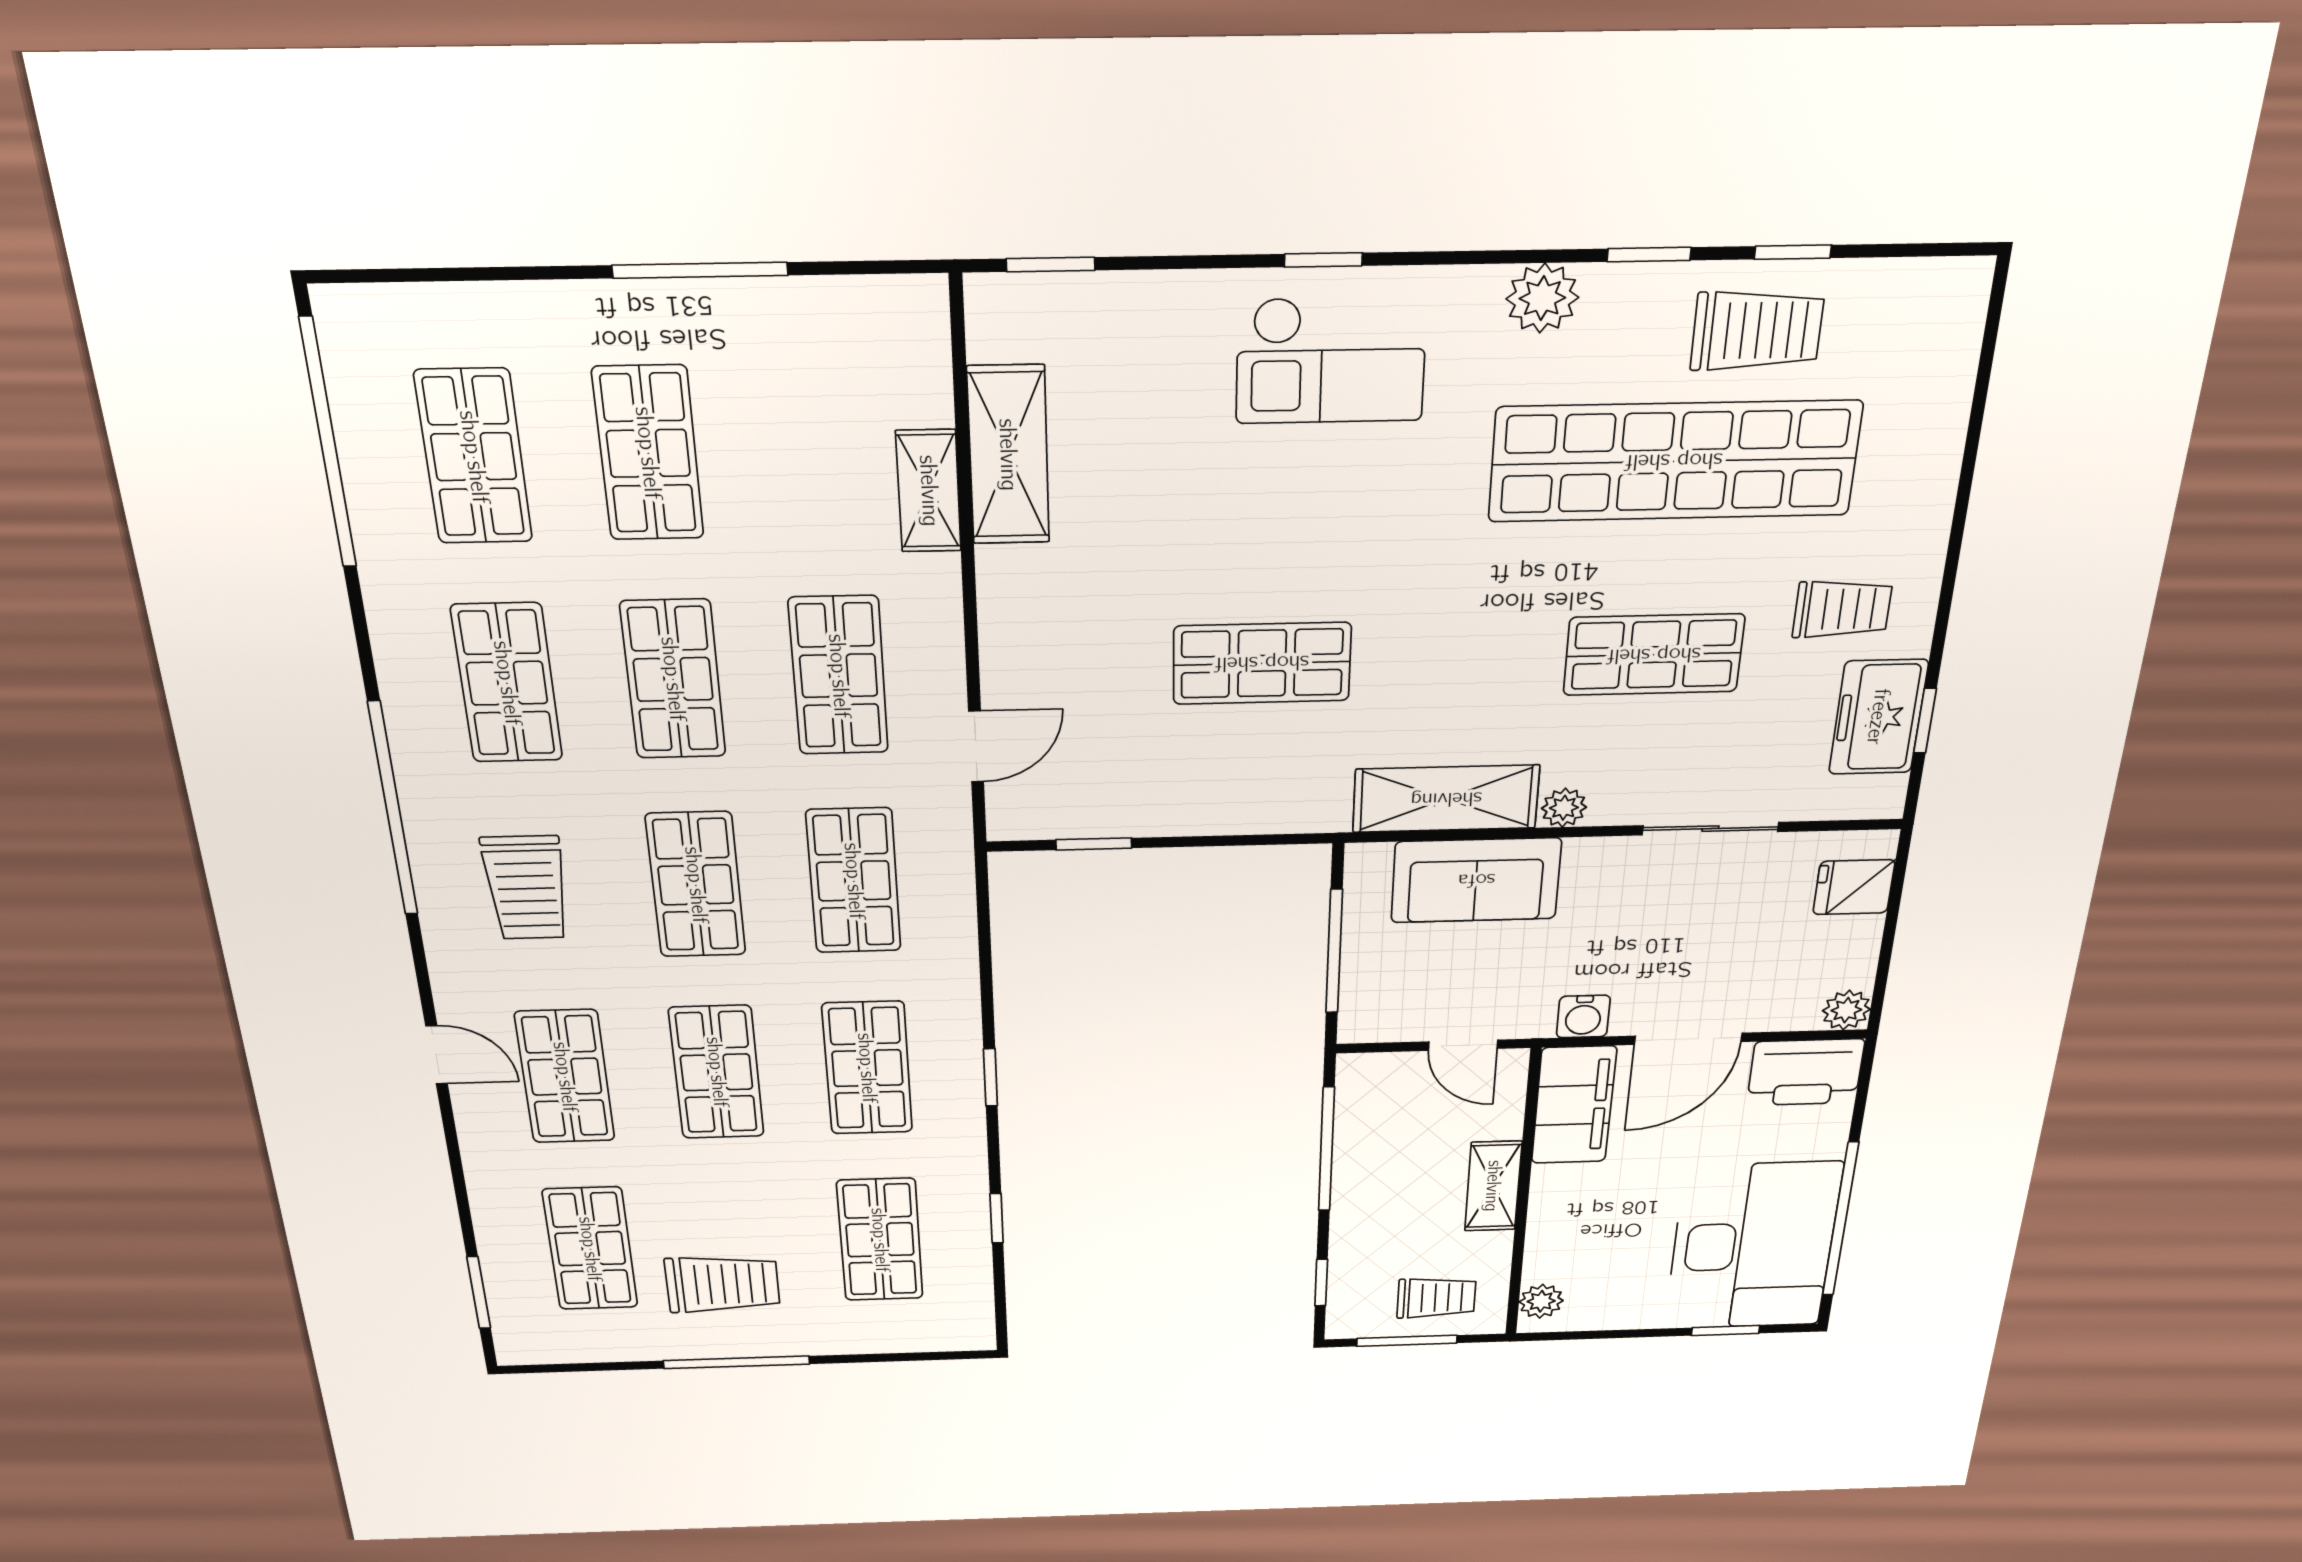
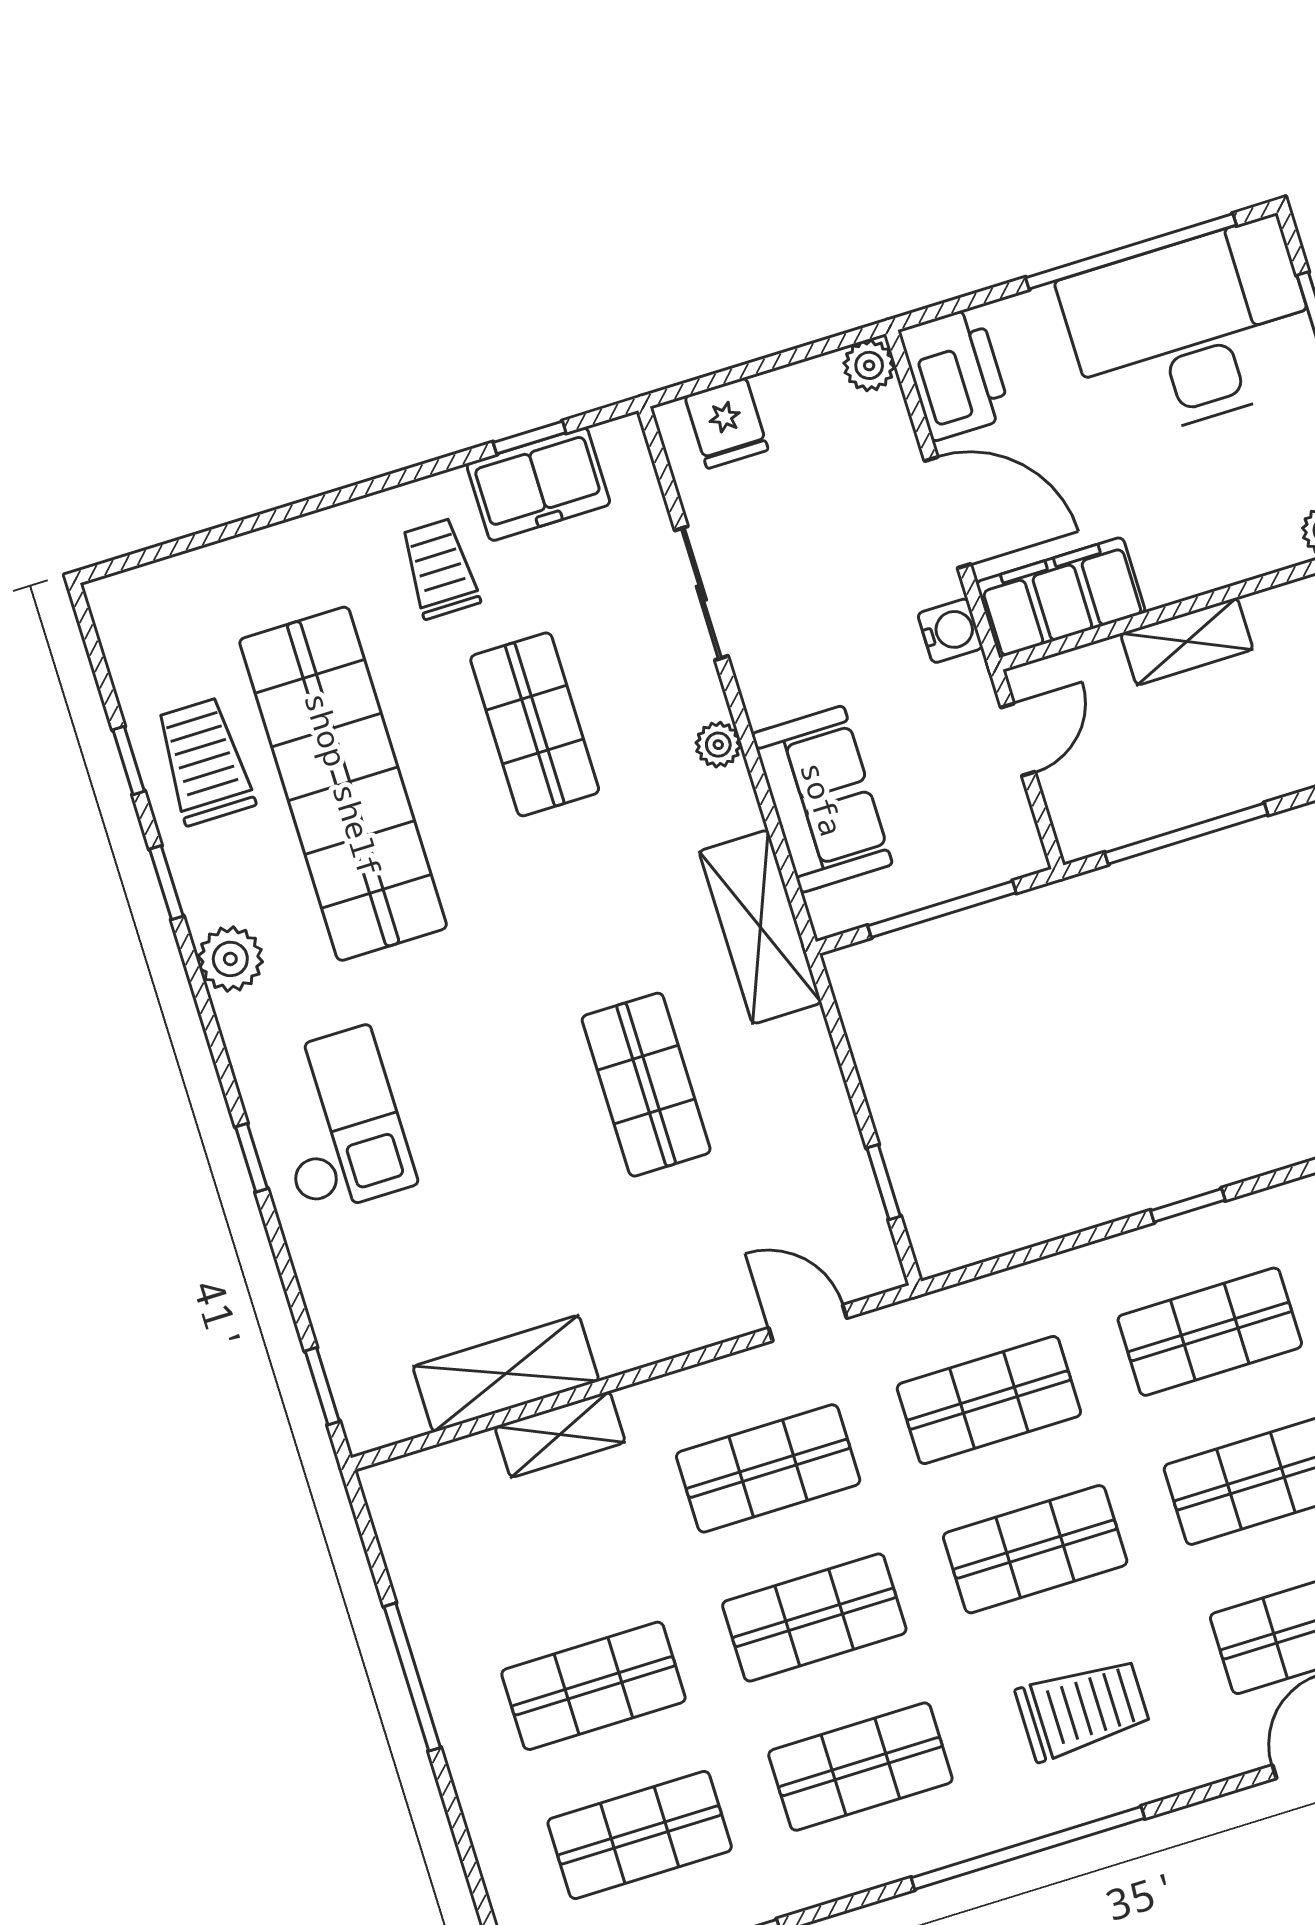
shelving: (1446, 799) -> (760, 927), moved

